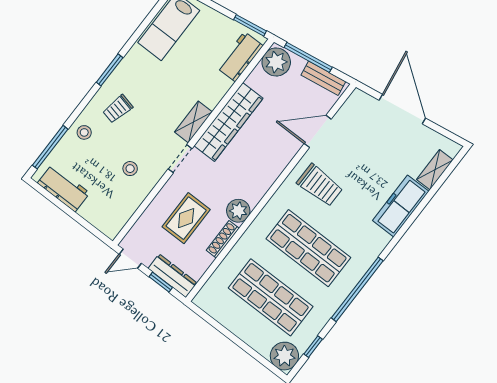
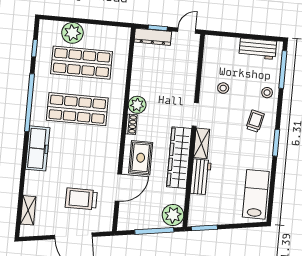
workbench: (240, 57) -> (201, 177), moved
bench: (323, 78) -> (136, 224), removed
trolley: (320, 185) -> (81, 199), moved
freezer: (401, 206) -> (38, 148), moved
rug: (186, 218) -> (141, 158), moved
shoe rack: (223, 239) -> (131, 124), moved, width x0.70
plant: (284, 356) -> (72, 33), moved

